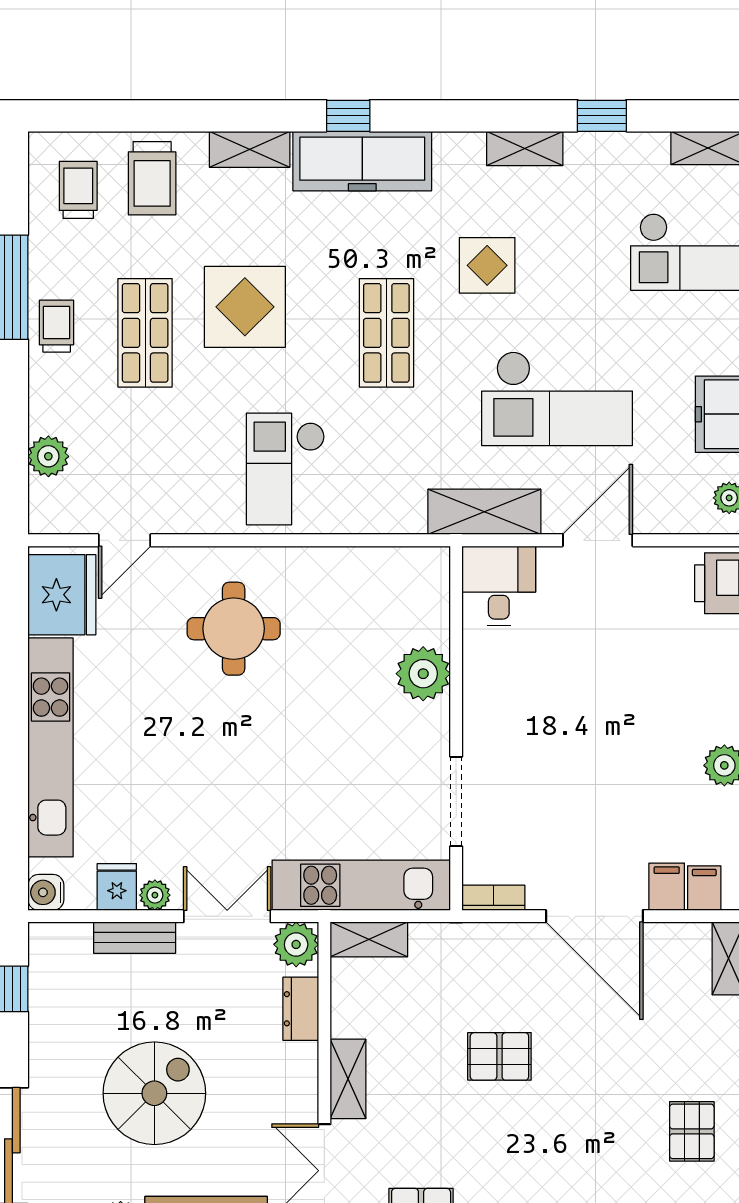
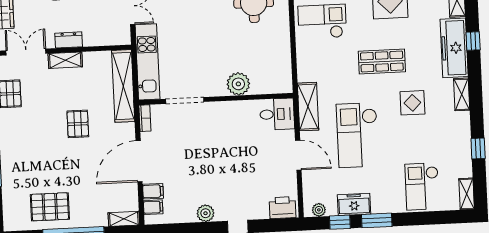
shelving: (525, 148) -> (462, 94), moved
shelving: (369, 939) -> (123, 86), width x2.20, depth x1.33
plant: (296, 944) -> (121, 35), removed
dresser: (301, 1009) -> (69, 40), moved
pallet: (692, 1131) -> (50, 207), width x1.50, depth x1.42

